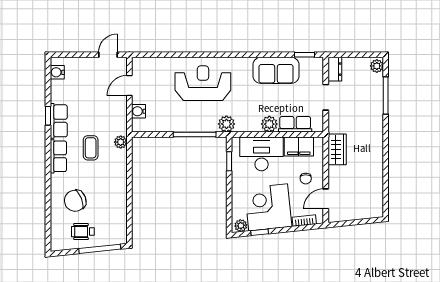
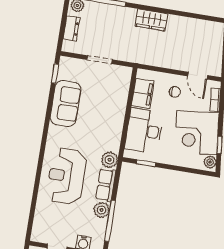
dresser: (335, 69) -> (71, 28), moved, turned 90
plant: (269, 124) -> (101, 210), moved
row of seats: (295, 124) -> (106, 185), moved
window: (195, 135) -> (110, 221), moved
wardrobe: (337, 149) -> (151, 20), moved, turned 180

